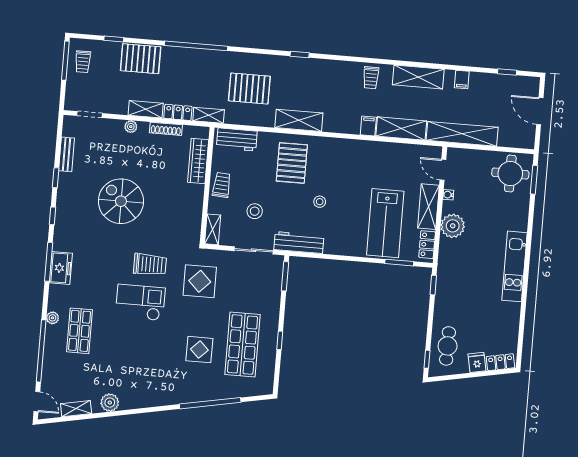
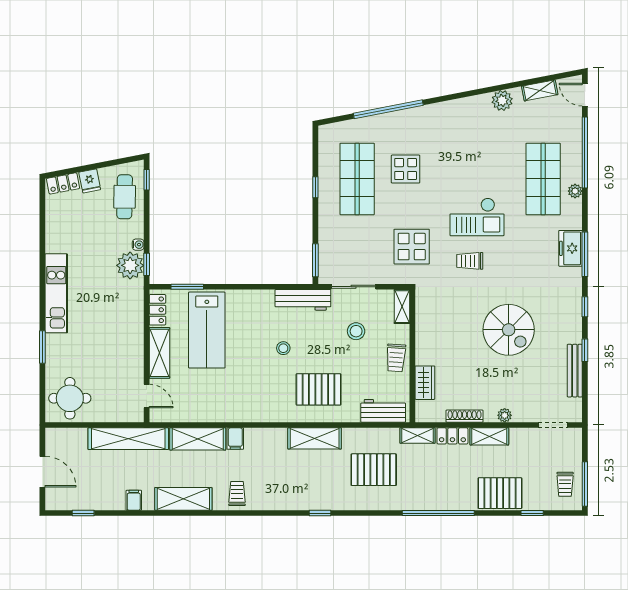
trolley: (83, 62) -> (565, 484), turned 180
bench: (66, 154) -> (575, 371), width x1.36
wardrobe: (198, 161) -> (425, 383), width x0.67
pallet: (292, 163) -> (319, 389), turned 90
window: (534, 180) -> (42, 347), moved
water cooler: (448, 195) -> (138, 245), moved
lab bench: (385, 223) -> (207, 330), turned 180
plant: (453, 226) -> (130, 265), moved
trolley: (150, 264) -> (470, 261), width x0.73, depth x0.72
shop shelf: (80, 331) -> (543, 179), width x1.43, depth x1.36

